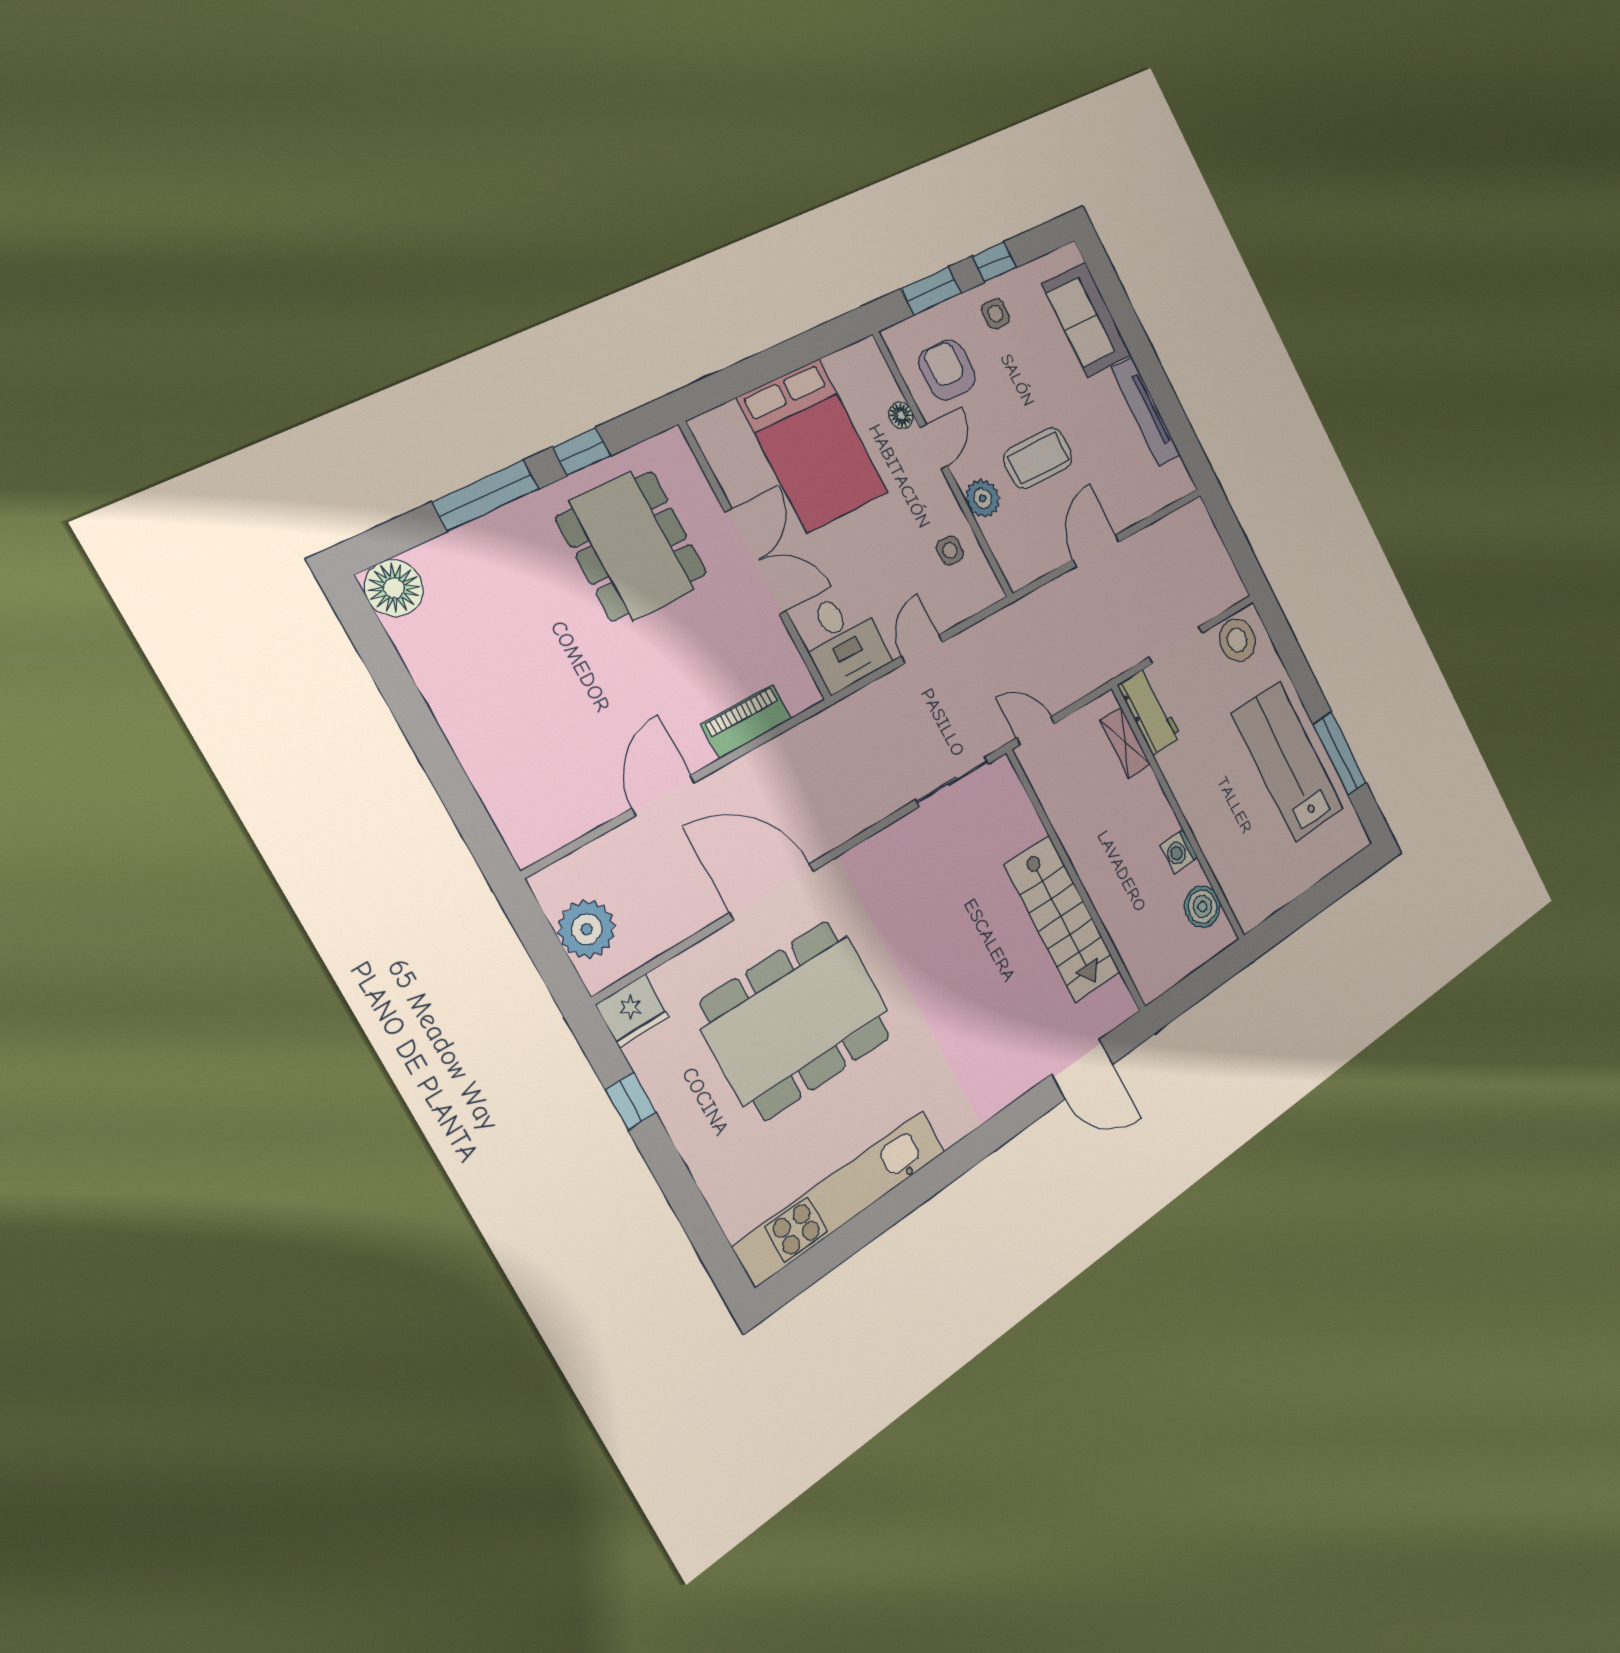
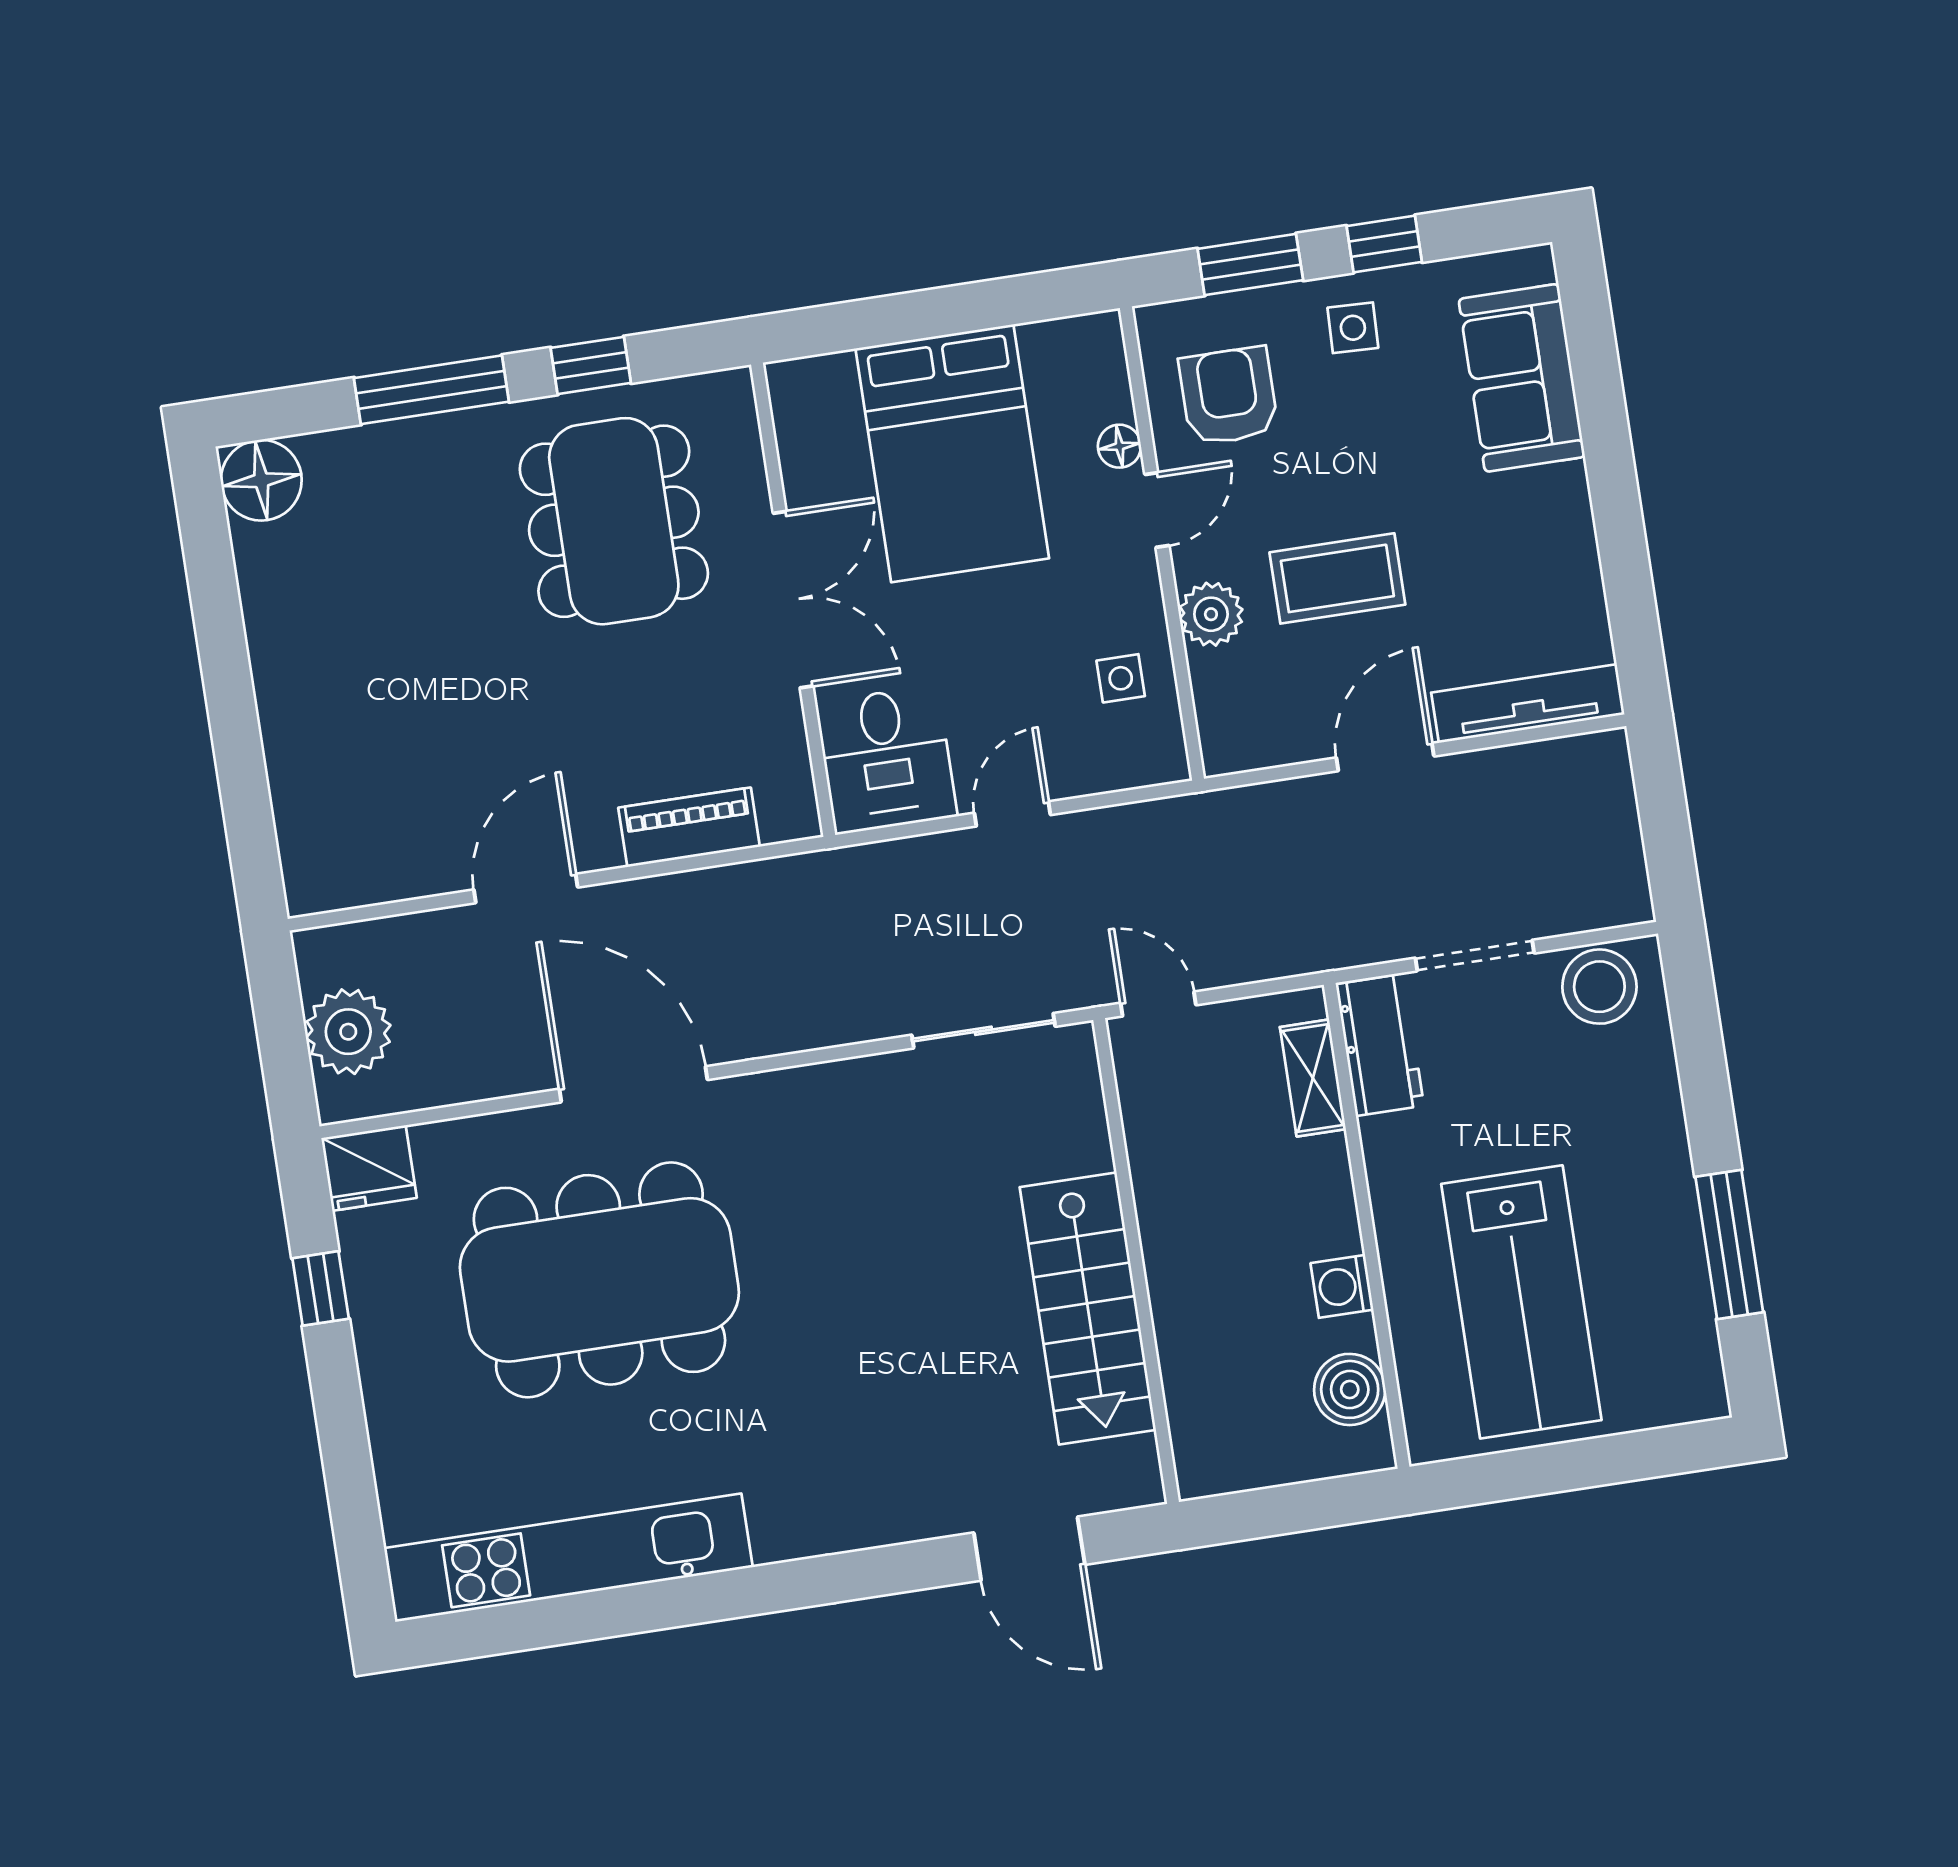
tv unit: (1146, 412) -> (1528, 703), moved, turned 90
lab bench: (1288, 762) -> (1521, 1302), moved, turned 180

